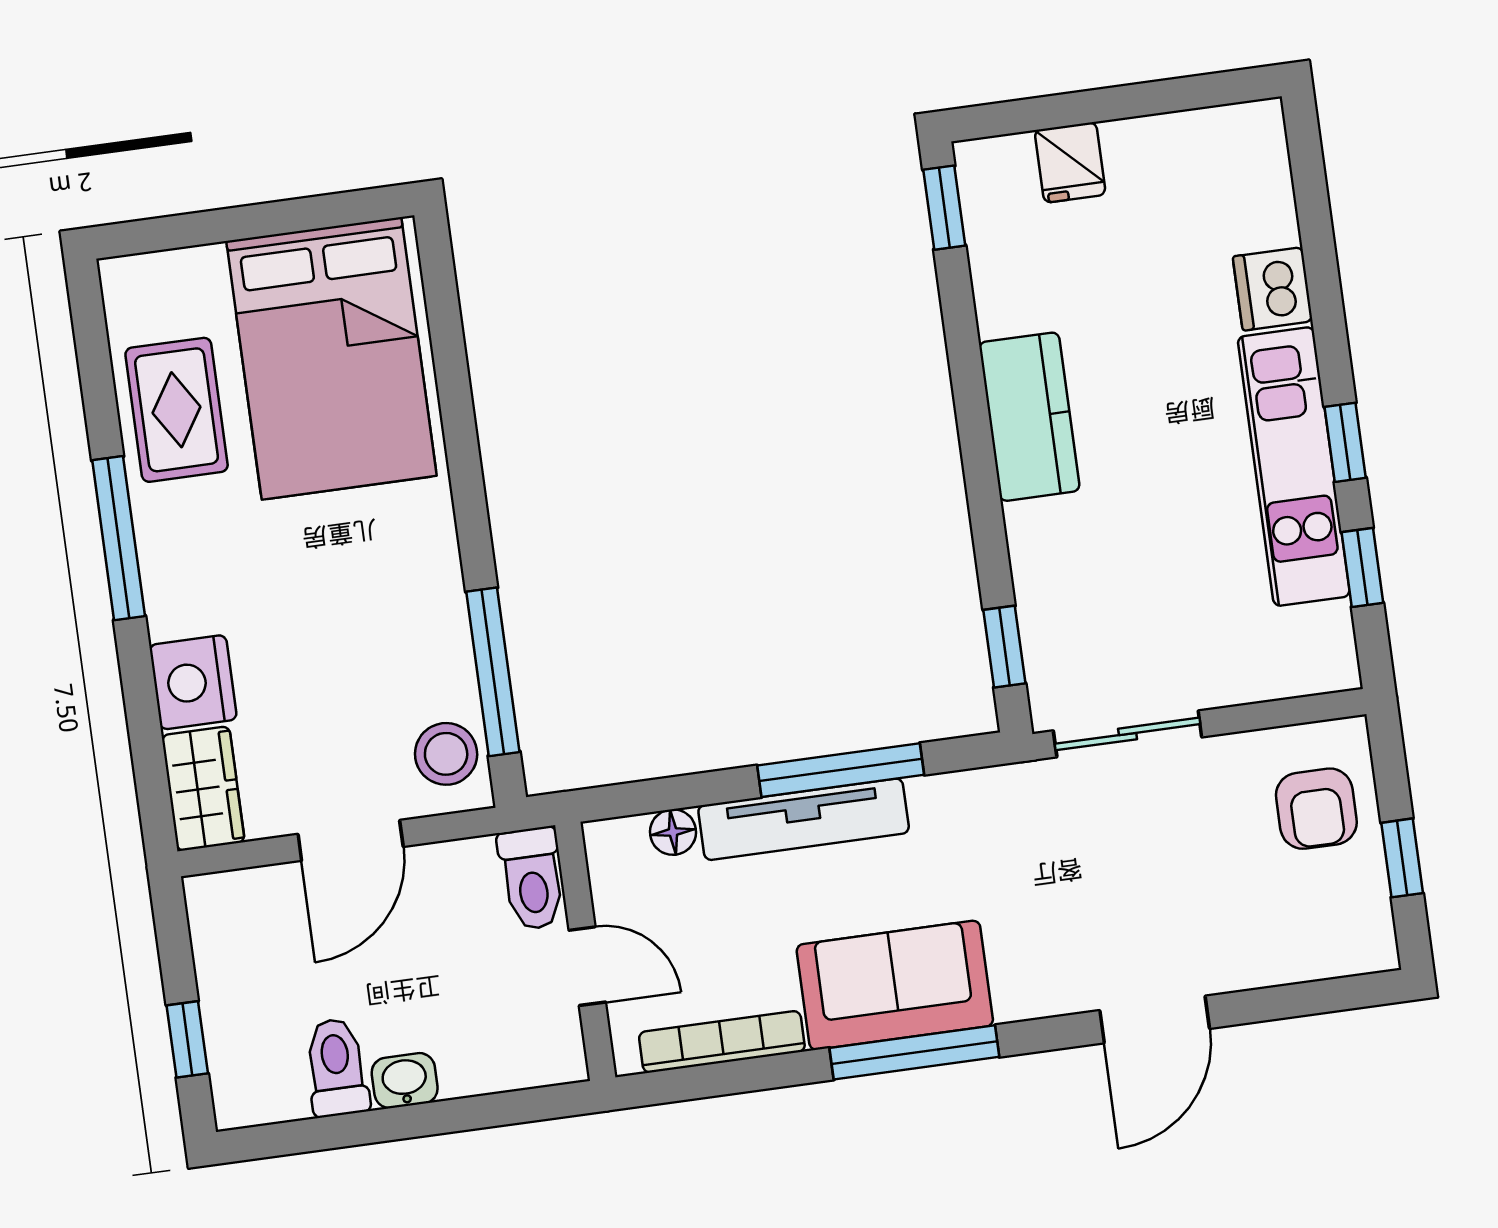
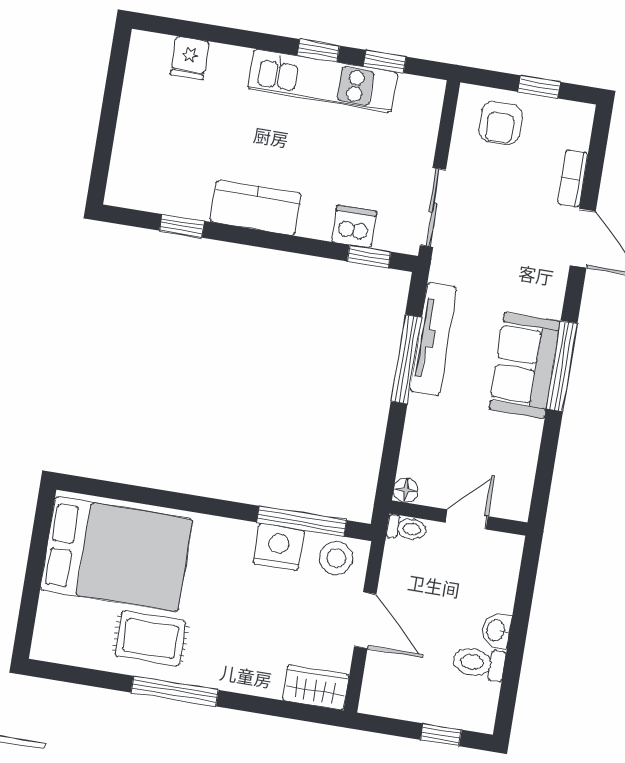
fridge: (1070, 162) -> (190, 58), moved, turned 90
window: (944, 208) -> (182, 226), moved
dishwasher: (1273, 289) -> (354, 226), moved, turned 180
rug: (177, 410) -> (150, 638), moved
nightstand: (193, 682) -> (278, 547), moved, turned 180
armchair: (1316, 809) -> (501, 123), turned 90
tv unit: (804, 819) -> (433, 339), moved
floor lamp: (673, 832) -> (406, 490), moved
toilet: (532, 879) -> (407, 528), width x0.73, depth x0.72
bookcase: (722, 1042) -> (573, 178), moved, width x0.64

